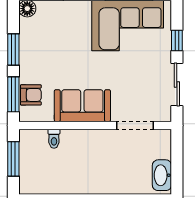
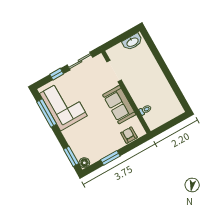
window: (13, 94) -> (134, 145), removed
window: (13, 159) -> (168, 125), removed

